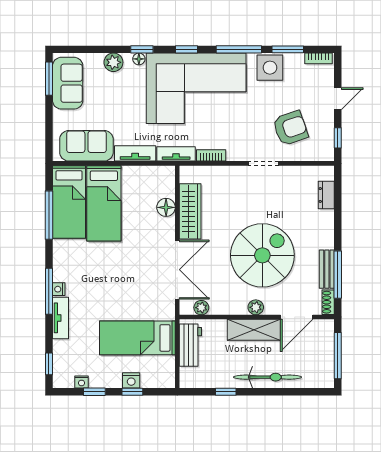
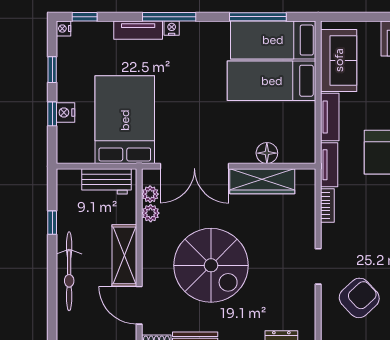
armchair: (290, 128) -> (359, 298), turned -114
plant: (256, 307) -> (151, 213), moved
bed: (137, 338) -> (125, 120), width x1.50
nightstand: (82, 382) -> (63, 29), moved

